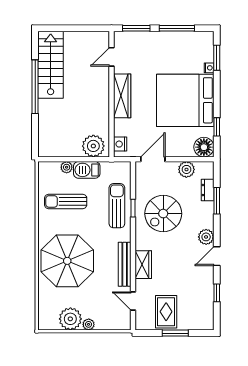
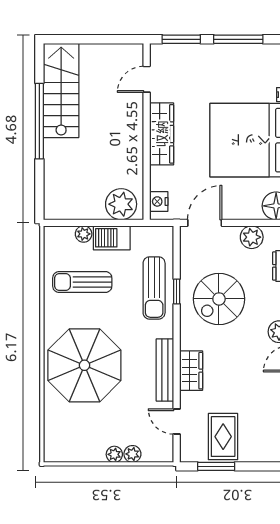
sun lounger: (117, 206) -> (154, 288), turned 180
plant: (70, 319) -> (132, 454), moved, width x0.53, depth x0.53
window: (175, 333) -> (216, 466), moved

